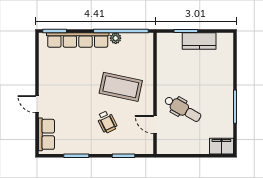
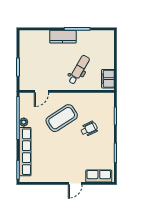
kitchen counter: (199, 41) -> (63, 37), moved, turned 90
coffee table: (121, 87) -> (62, 118), turned 45
door: (155, 124) -> (42, 91), moved
filing cabinet: (221, 146) -> (108, 79), moved

